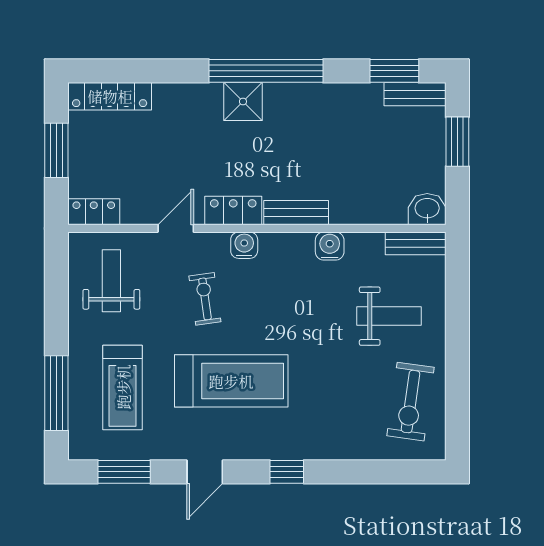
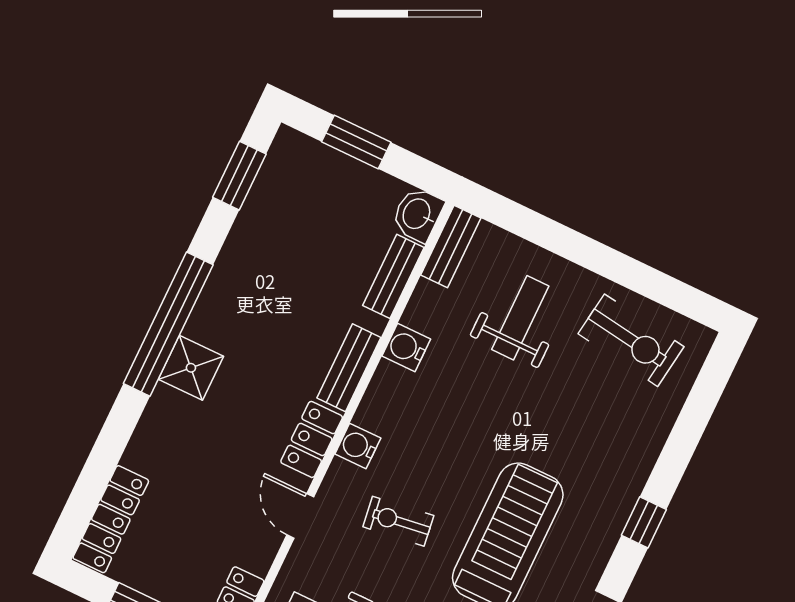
bench: (415, 94) -> (393, 276), moved

